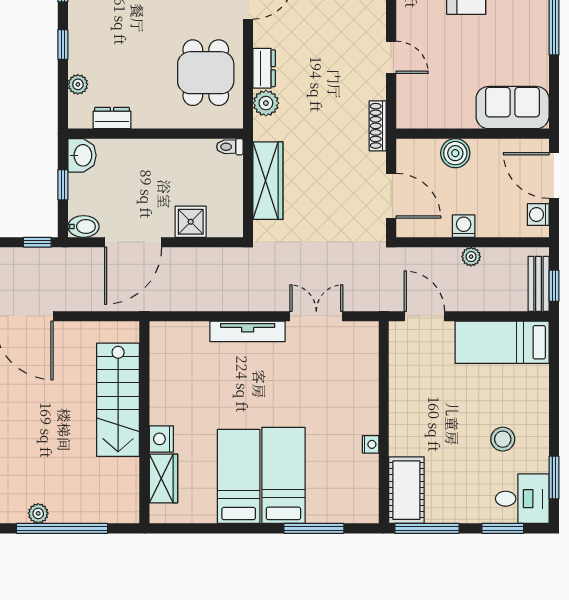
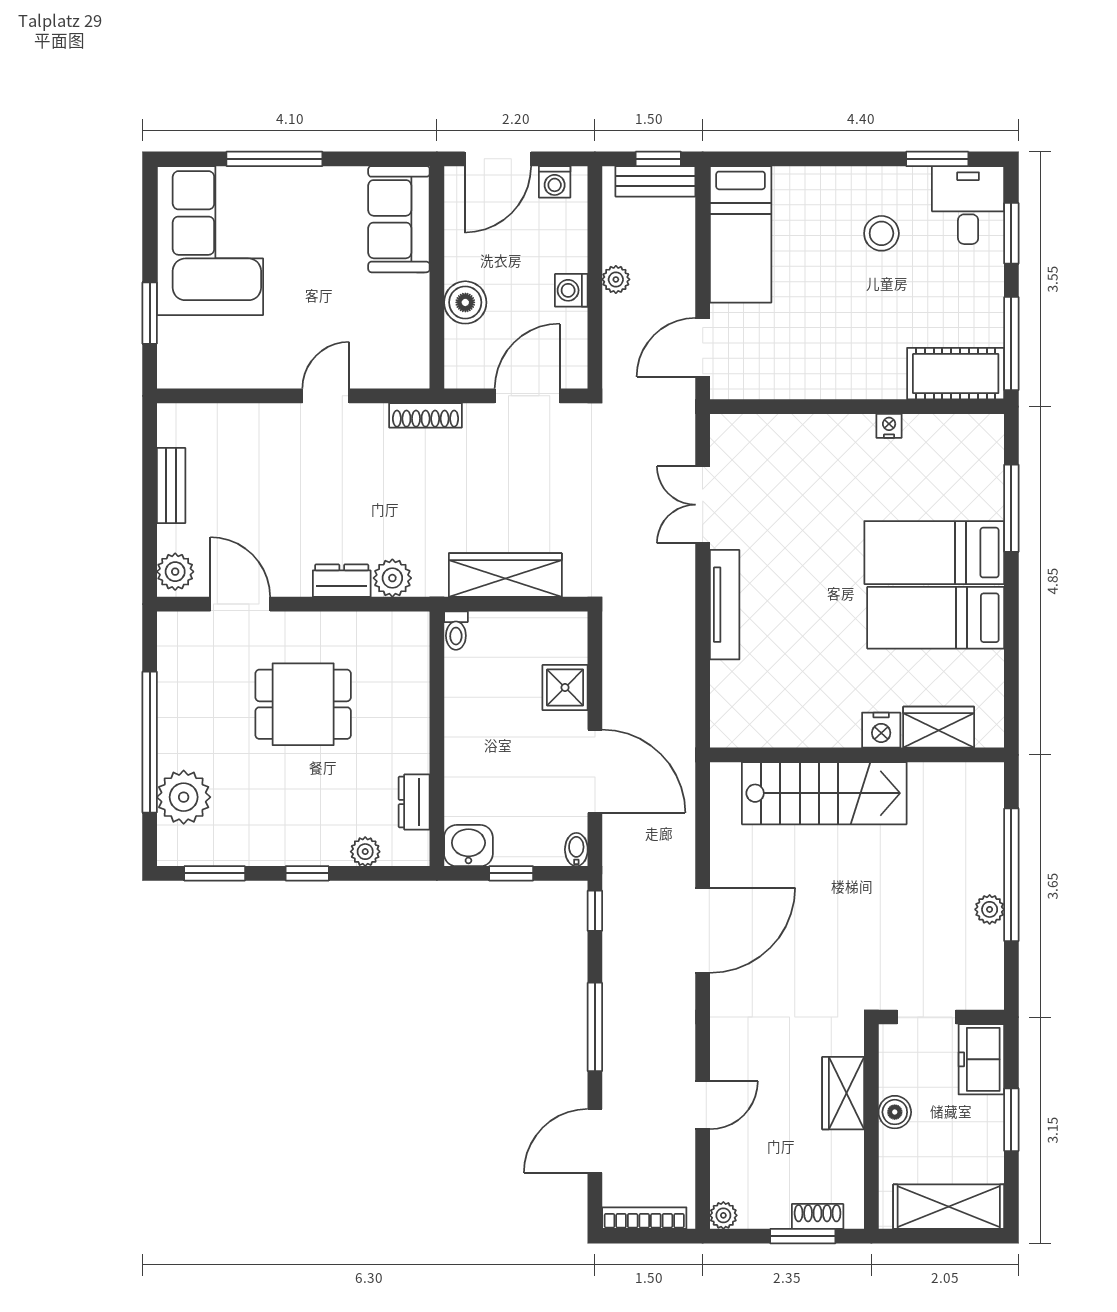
dining table: (206, 73) -> (303, 704), moved
bidet: (83, 226) -> (576, 850), width x0.72, depth x0.74

